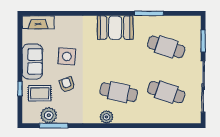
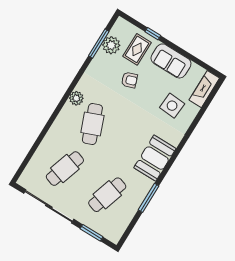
side table: (67, 56) -> (172, 106), moved
cafe table: (119, 92) -> (92, 124), turned -33

